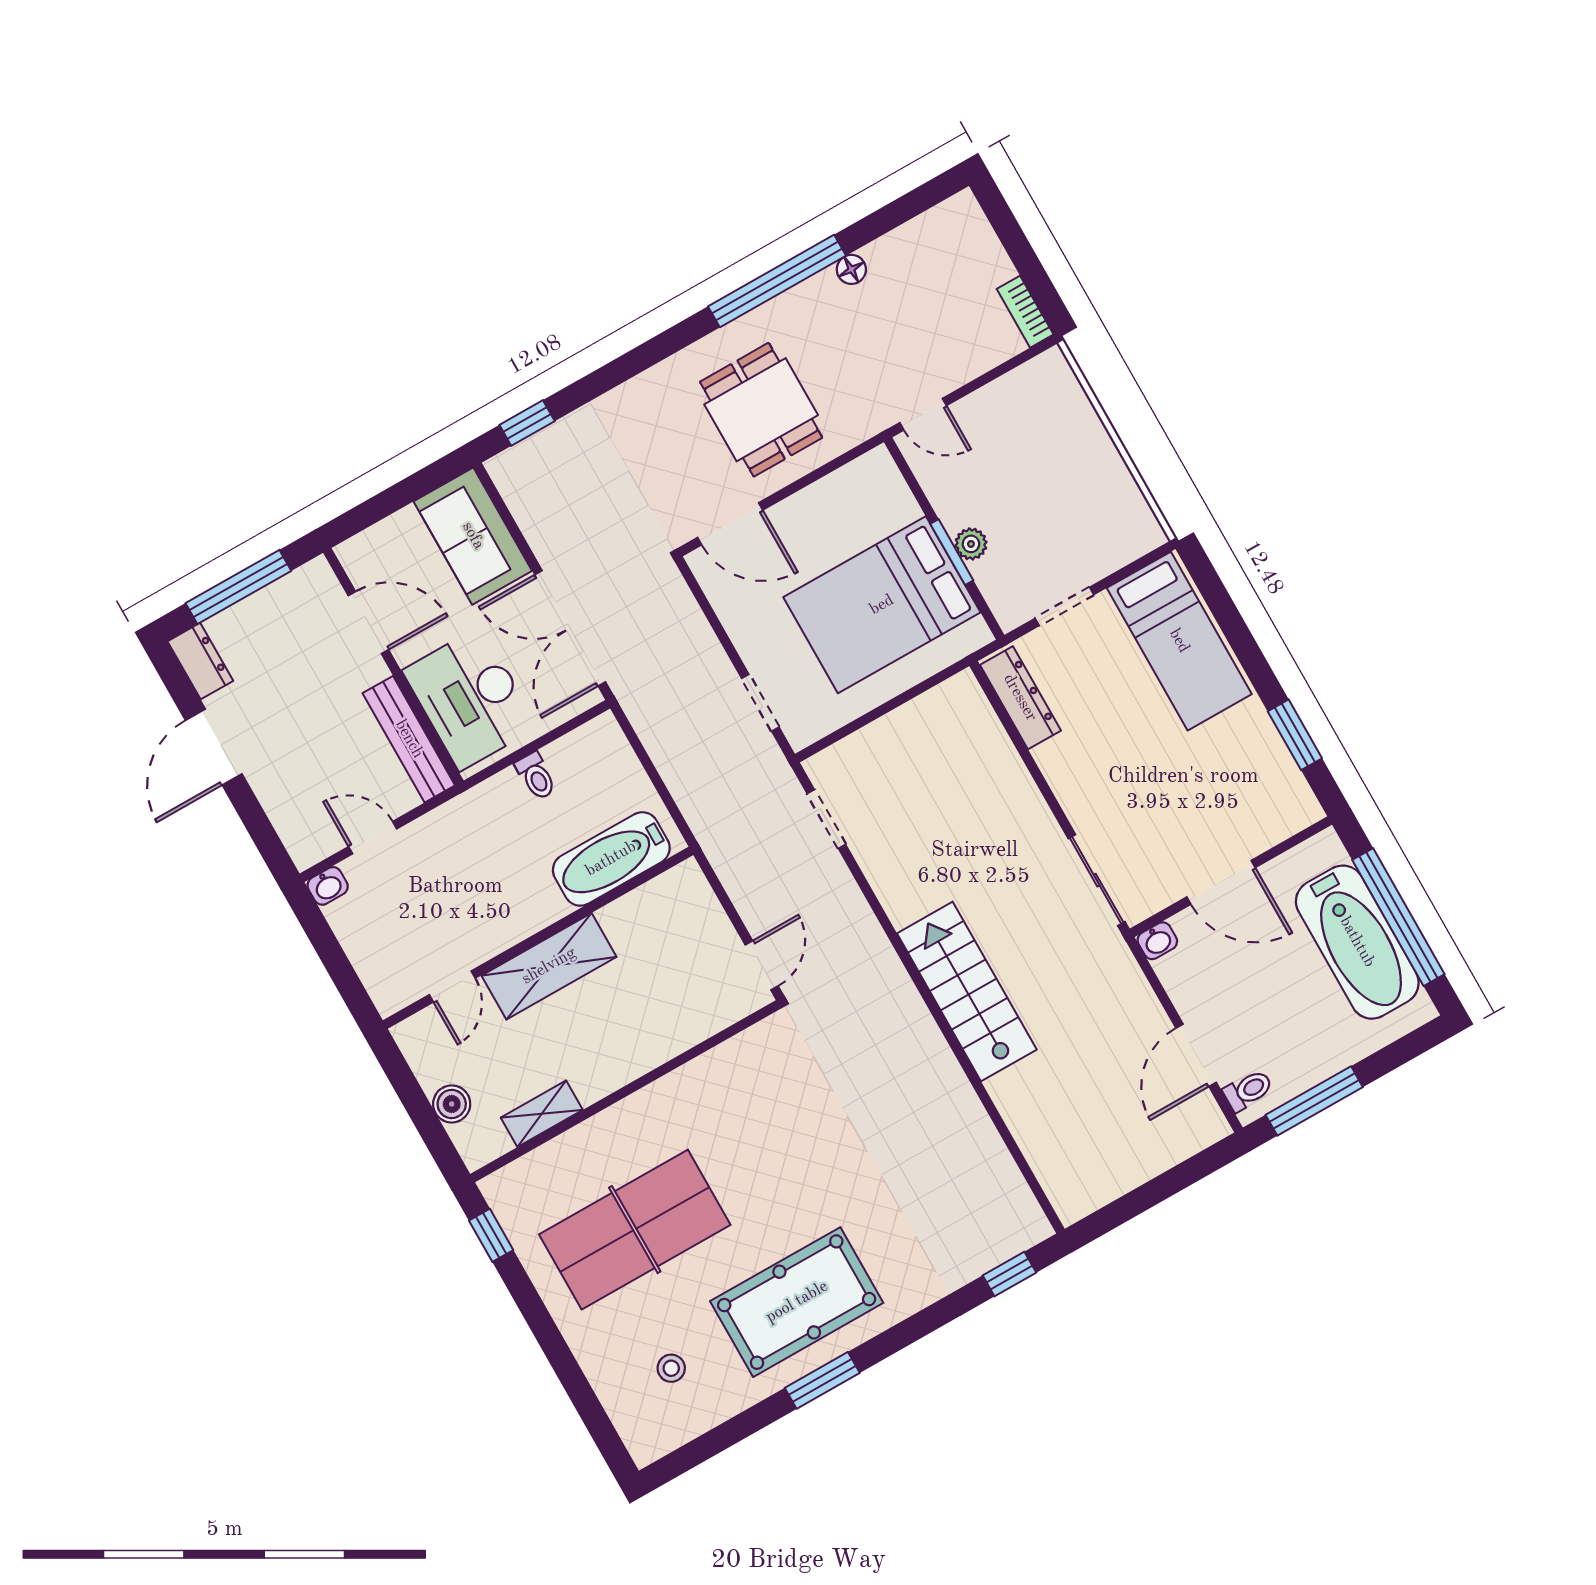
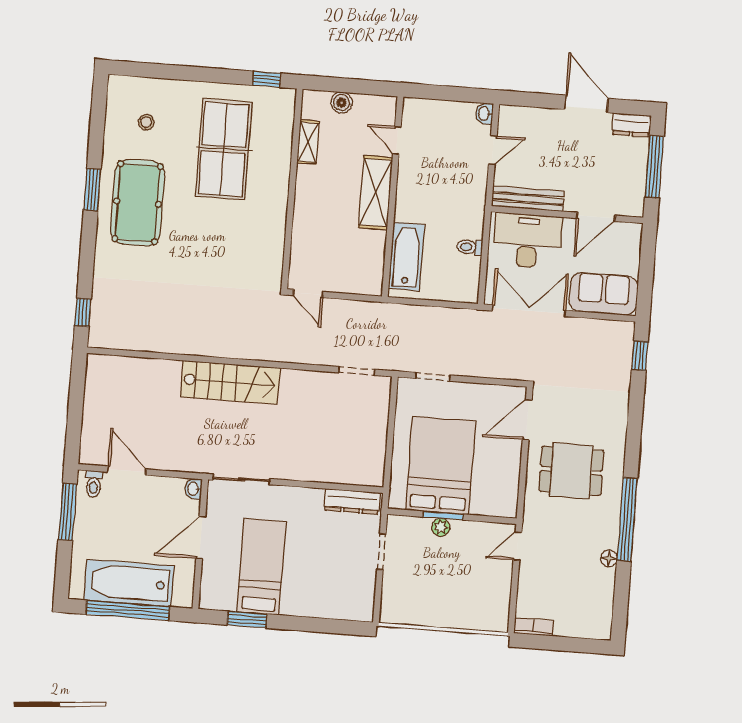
bed: (1179, 641) -> (261, 567), moved, turned 90

